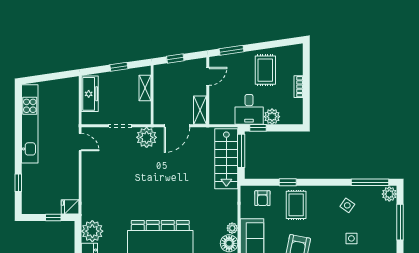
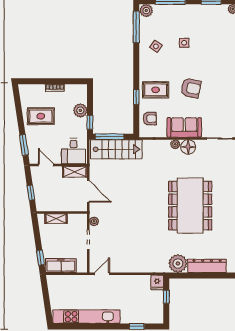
window: (119, 67) -> (40, 258), moved
desk: (249, 109) -> (74, 151), moved, turned 90
plant: (147, 137) -> (94, 221), width x0.53, depth x0.53

